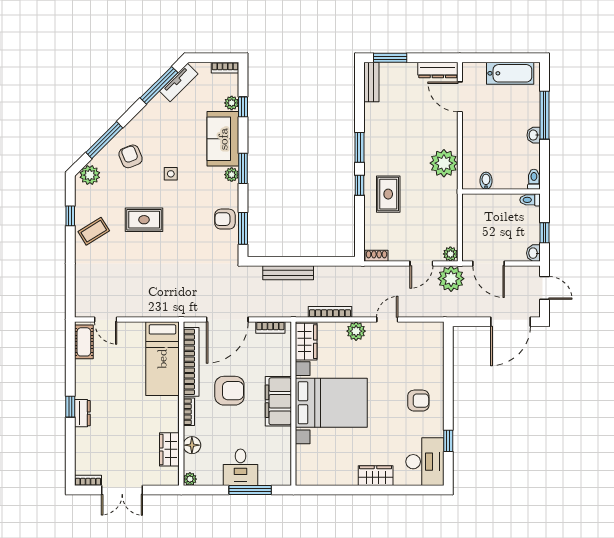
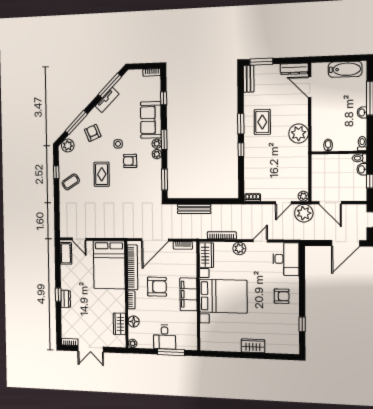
tv unit: (179, 82) -> (107, 100), moved
plant: (232, 103) -> (157, 154), moved
rug: (388, 194) -> (262, 122), moved
armchair: (225, 219) -> (130, 161), moved
rug: (144, 220) -> (102, 174), turned 90
washbasin: (533, 253) -> (362, 169), moved
bed: (162, 359) -> (109, 265), width x1.50
desk: (425, 462) -> (286, 259), moved

